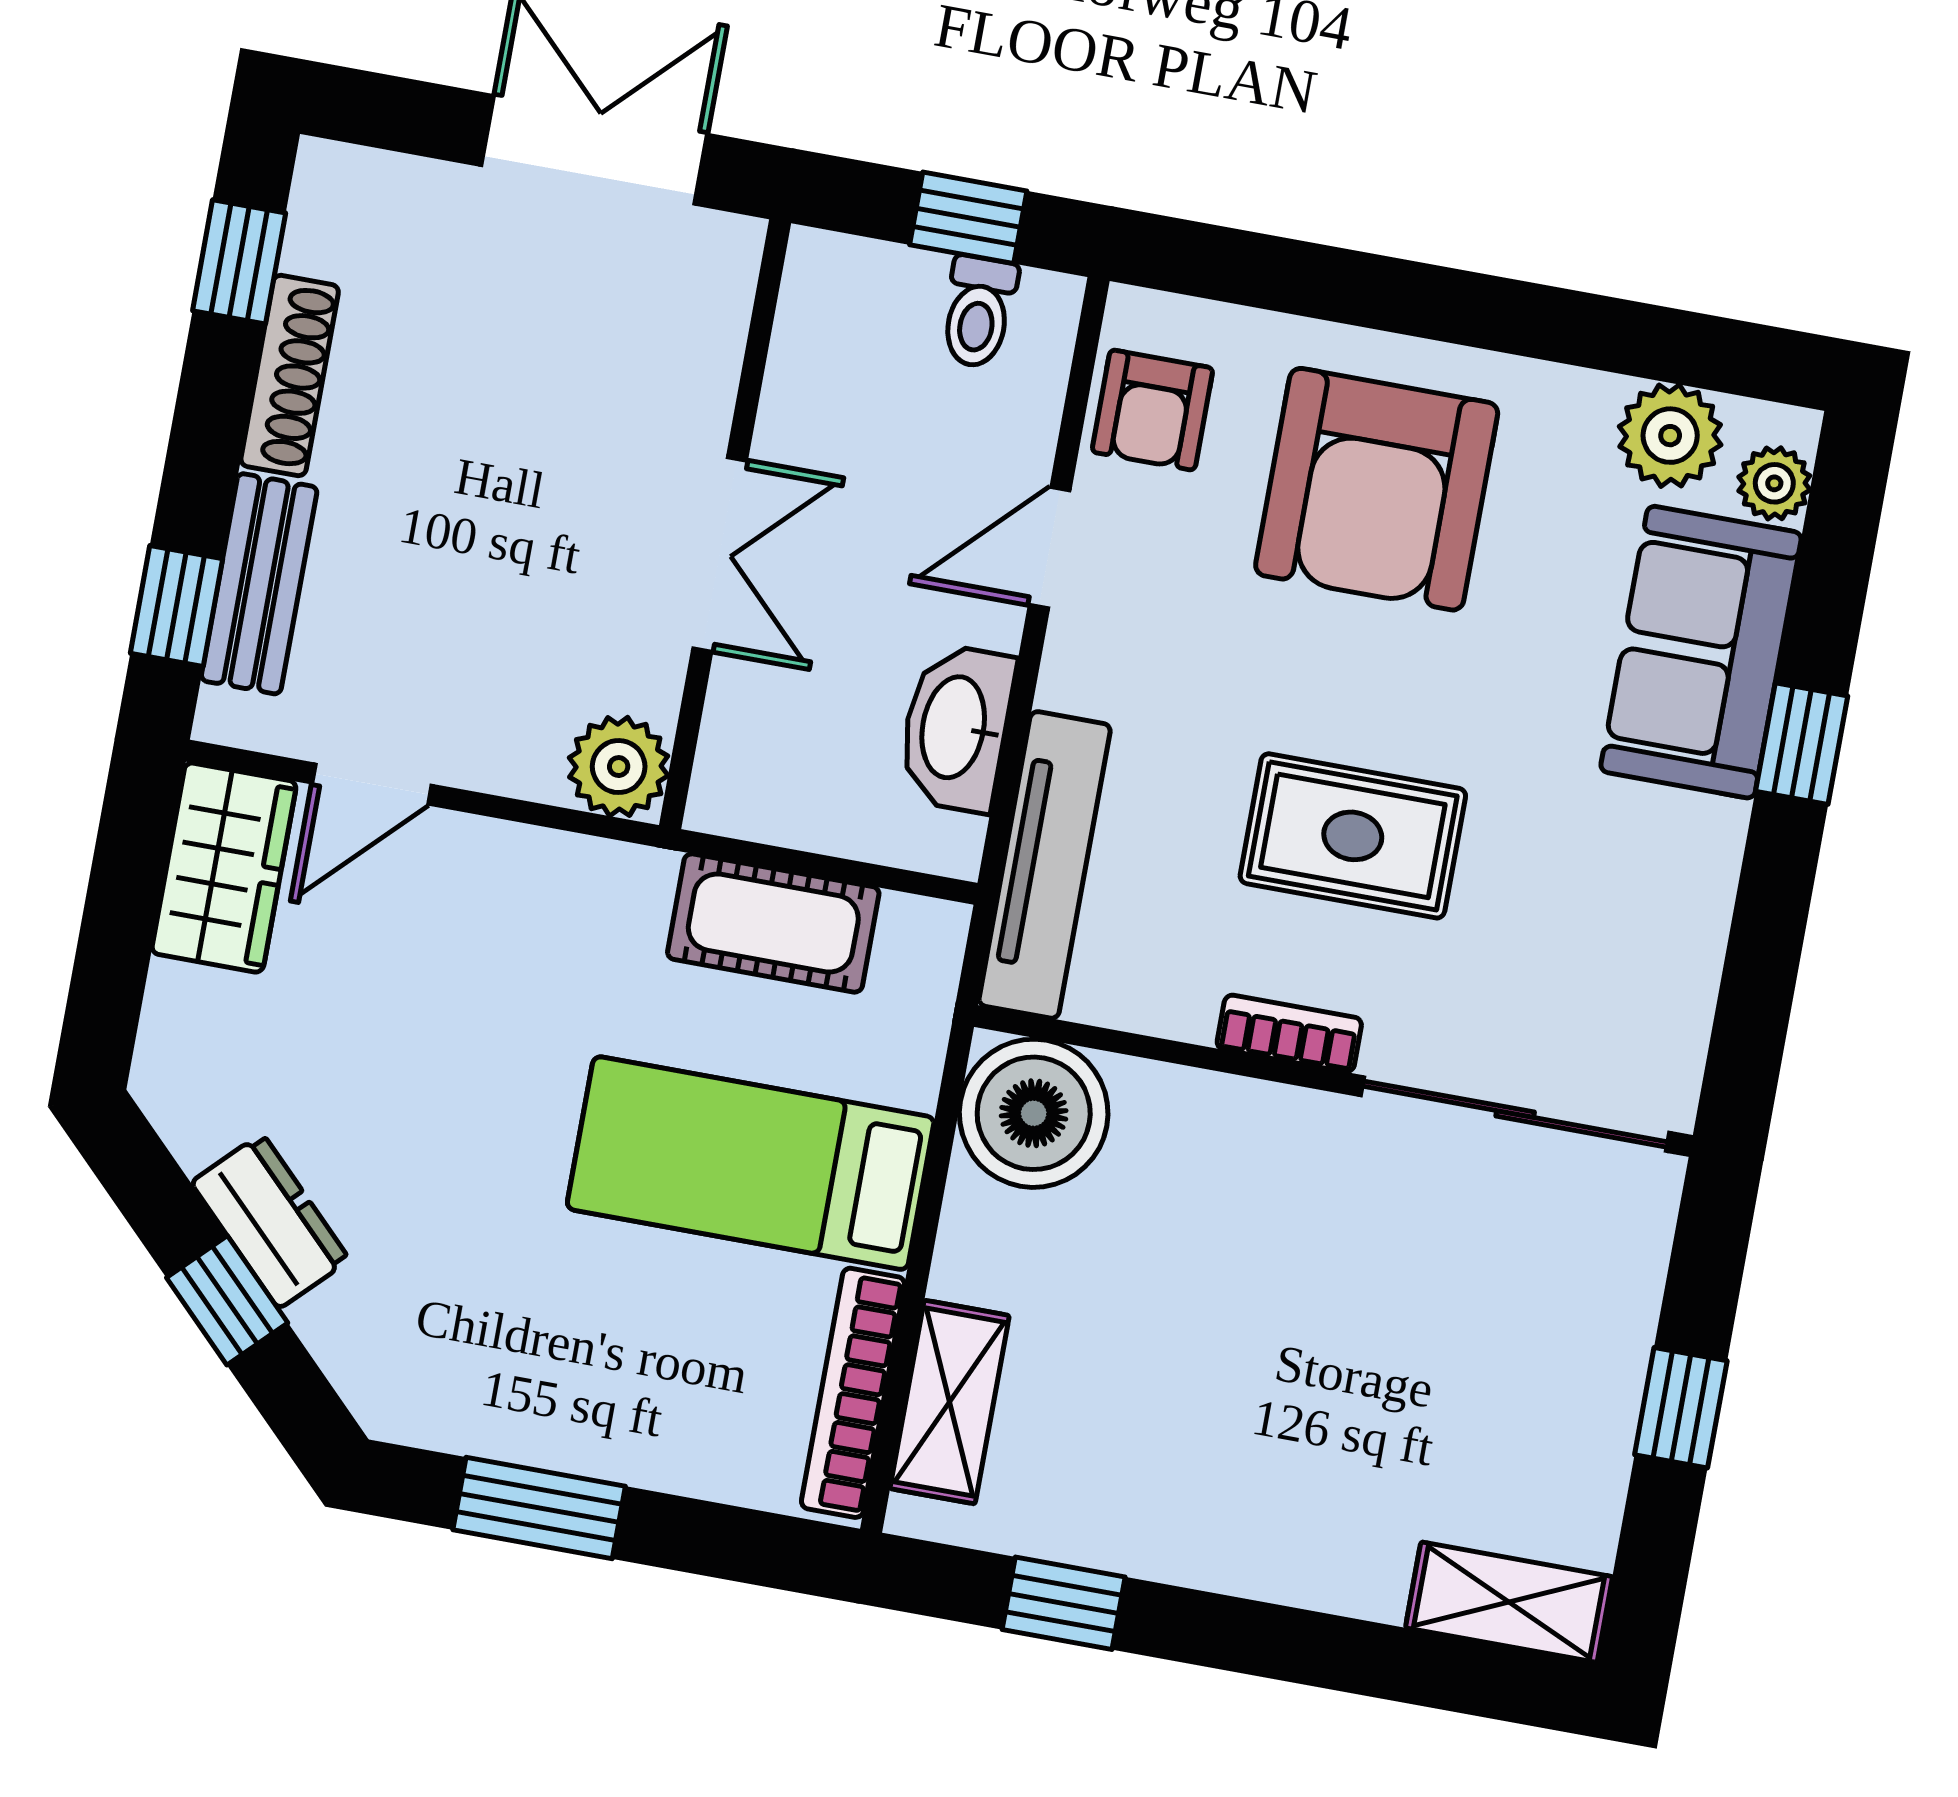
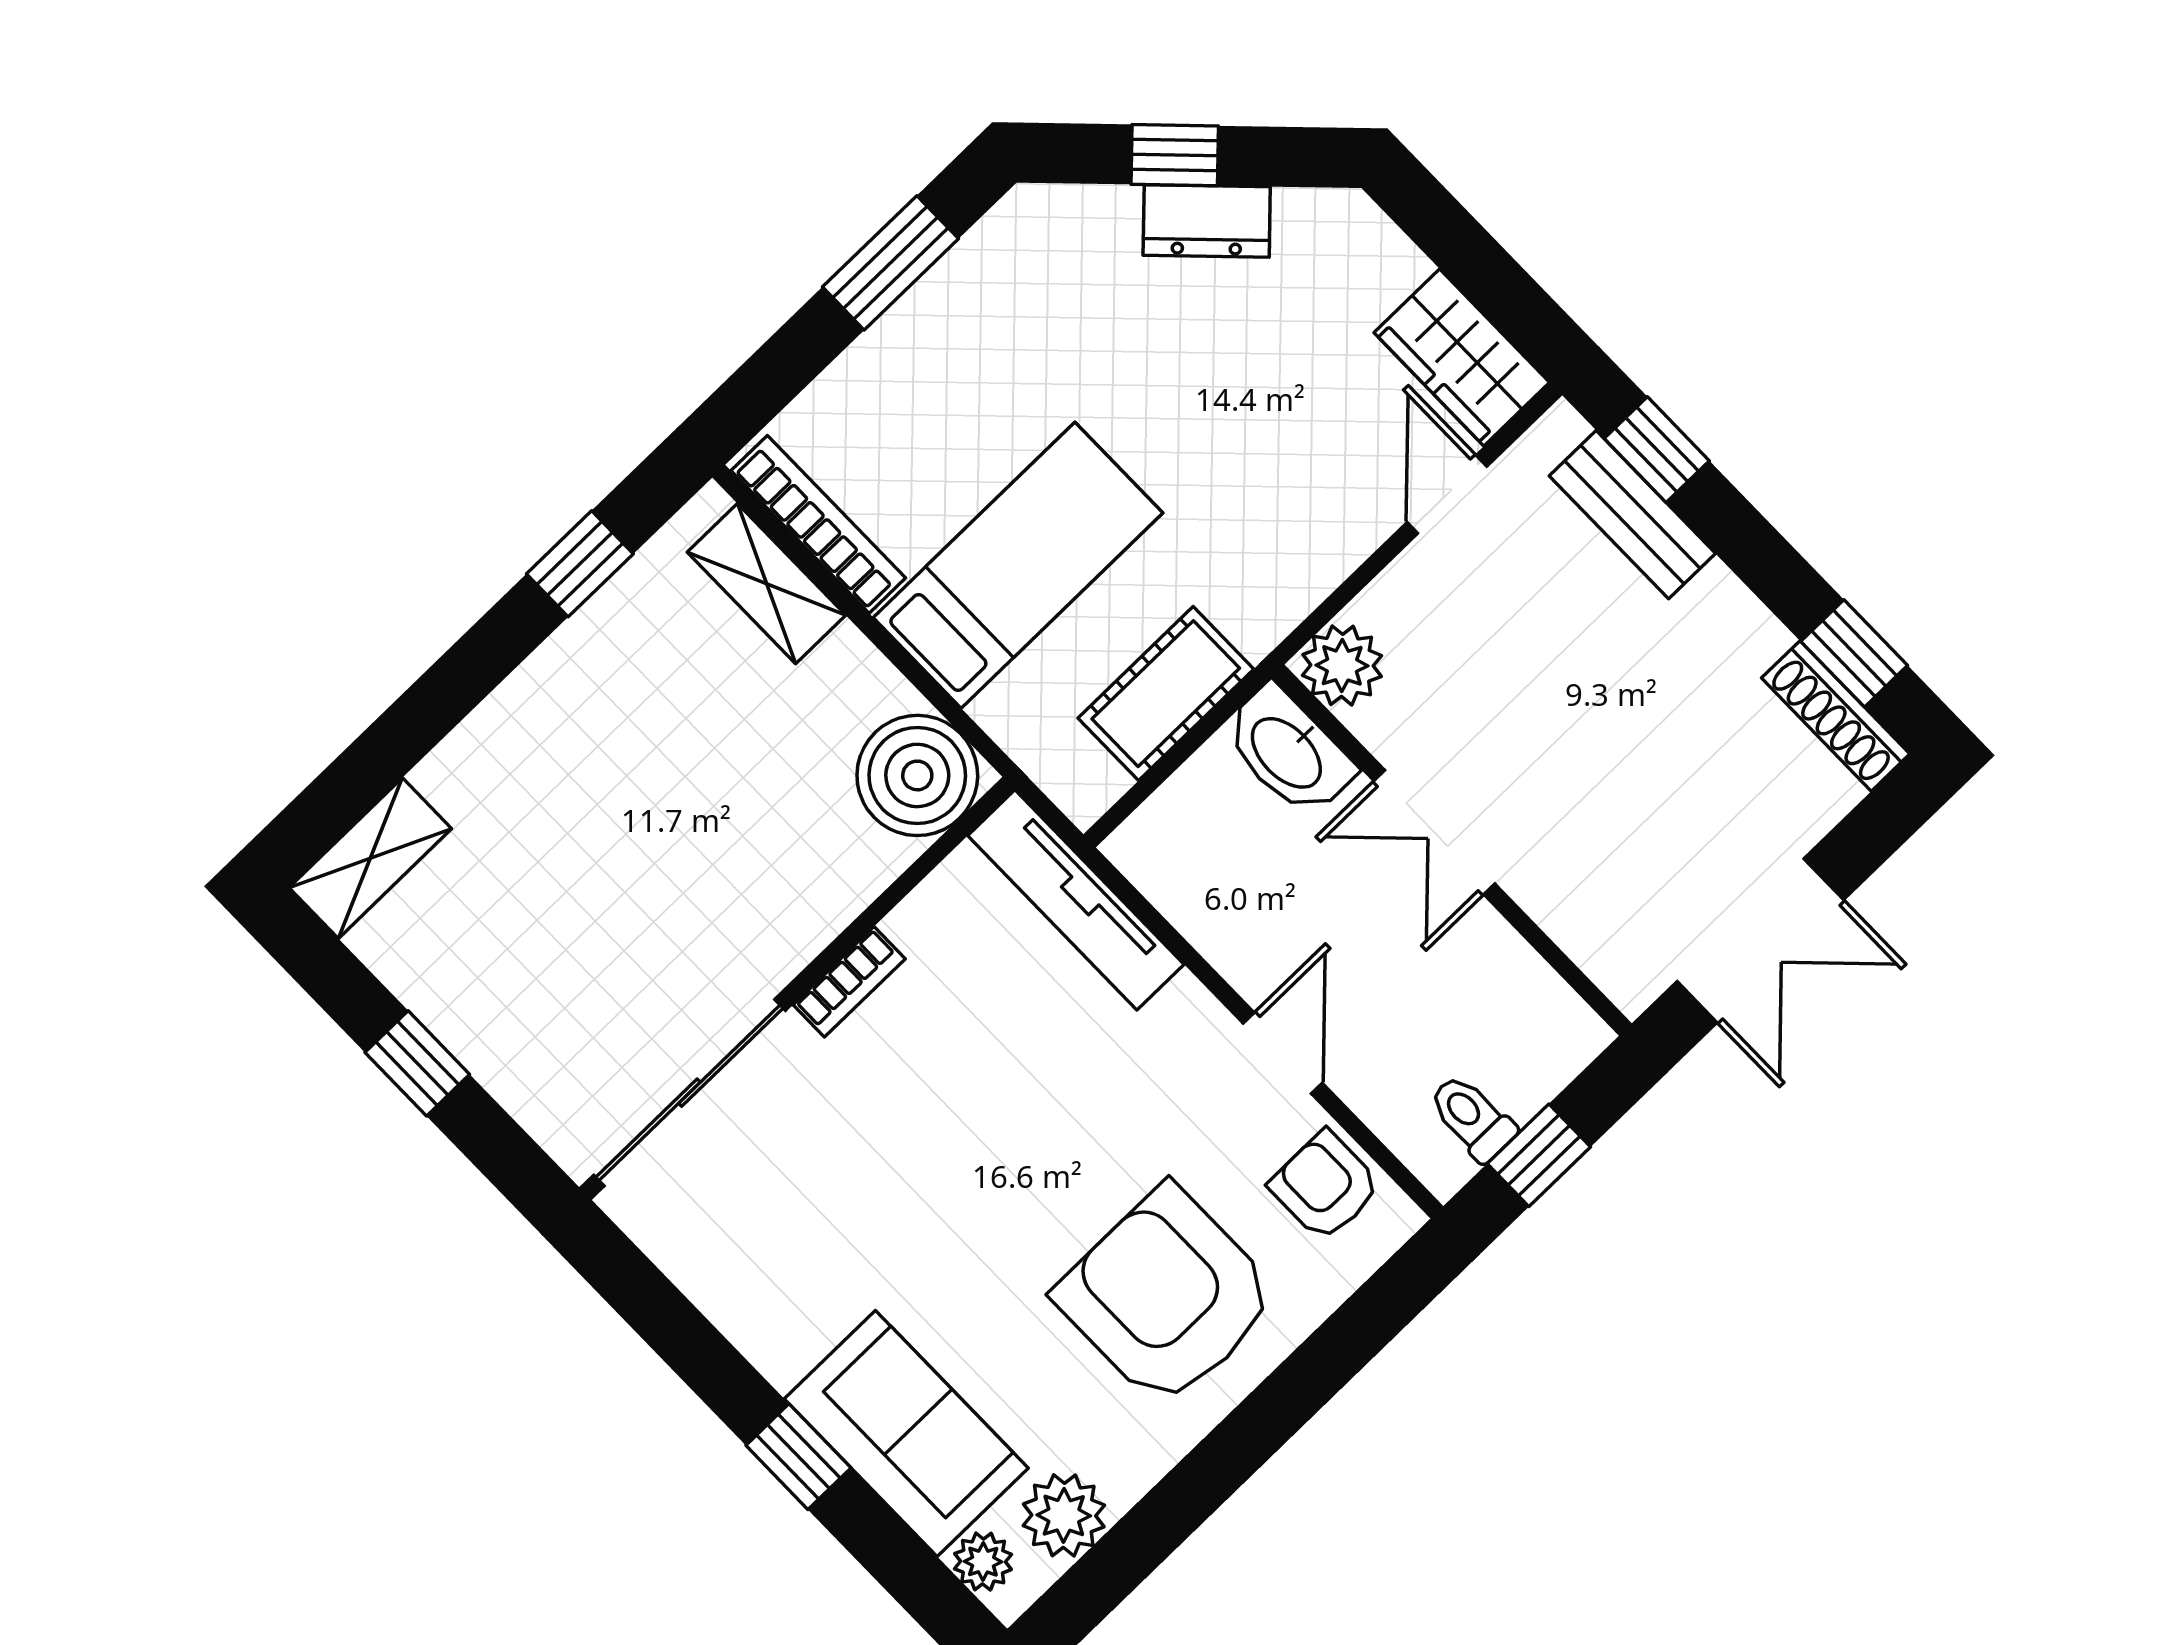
shoe rack: (290, 376) -> (1836, 716), moved
washbasin: (956, 728) -> (1288, 751), moved, turned 180
rug: (1353, 836) -> (950, 1117), removed

